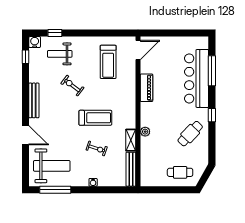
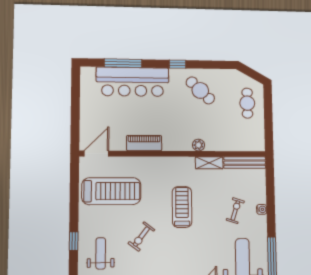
window: (55, 33) -> (74, 241), moved
door: (138, 50) -> (96, 153), hinge flipped
weight bench: (60, 54) -> (101, 253), turned 180
treadmill: (108, 62) -> (111, 191), width x1.37, depth x1.38
exercise bike: (97, 148) -> (235, 211), moved

